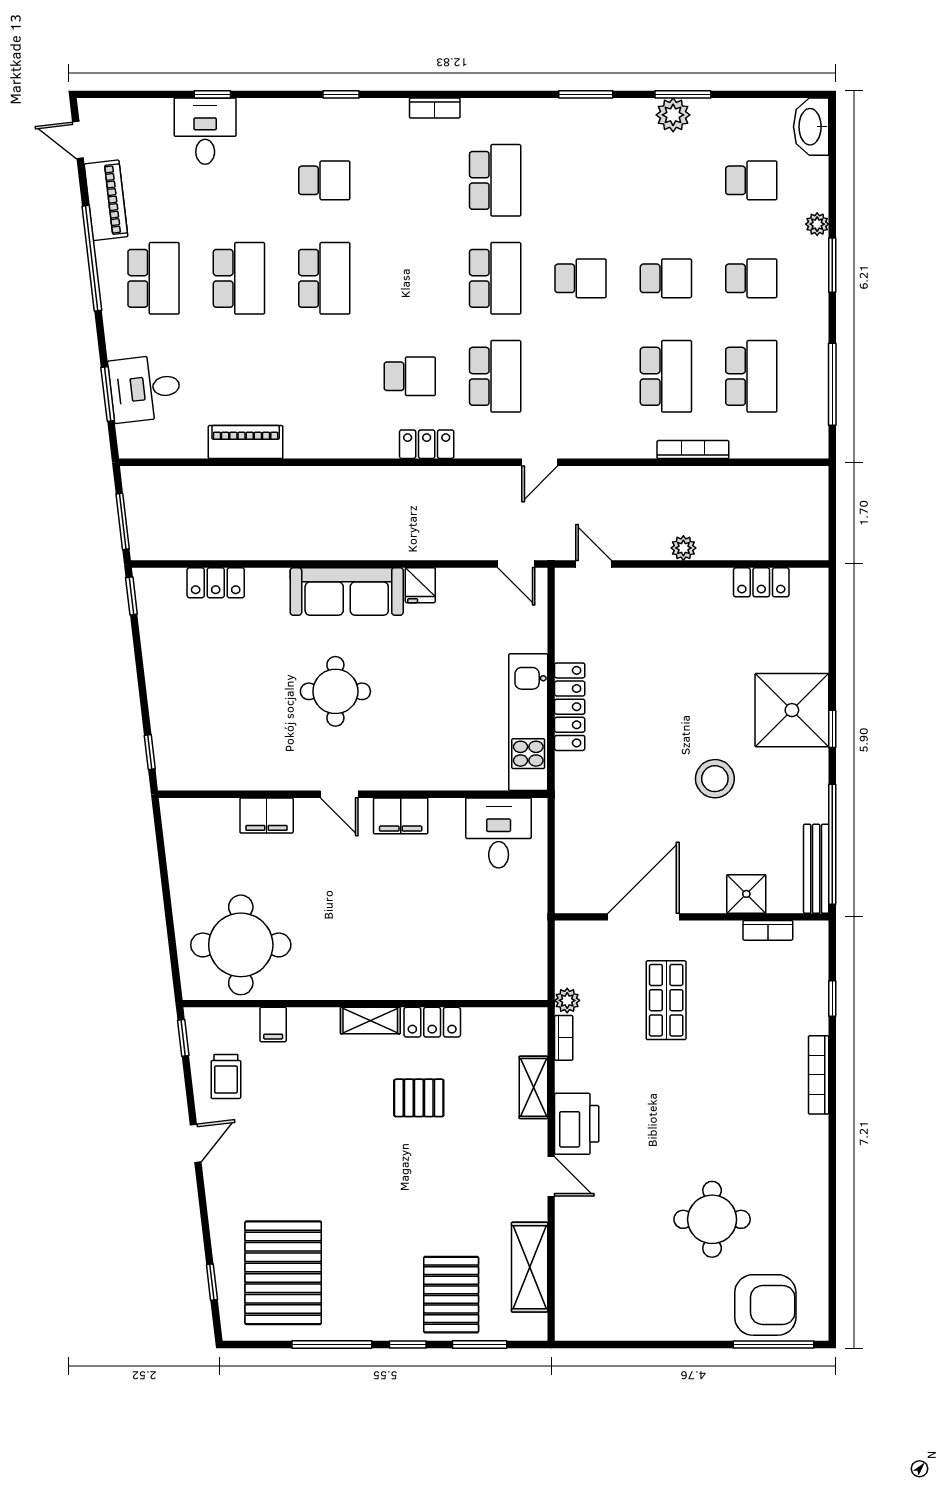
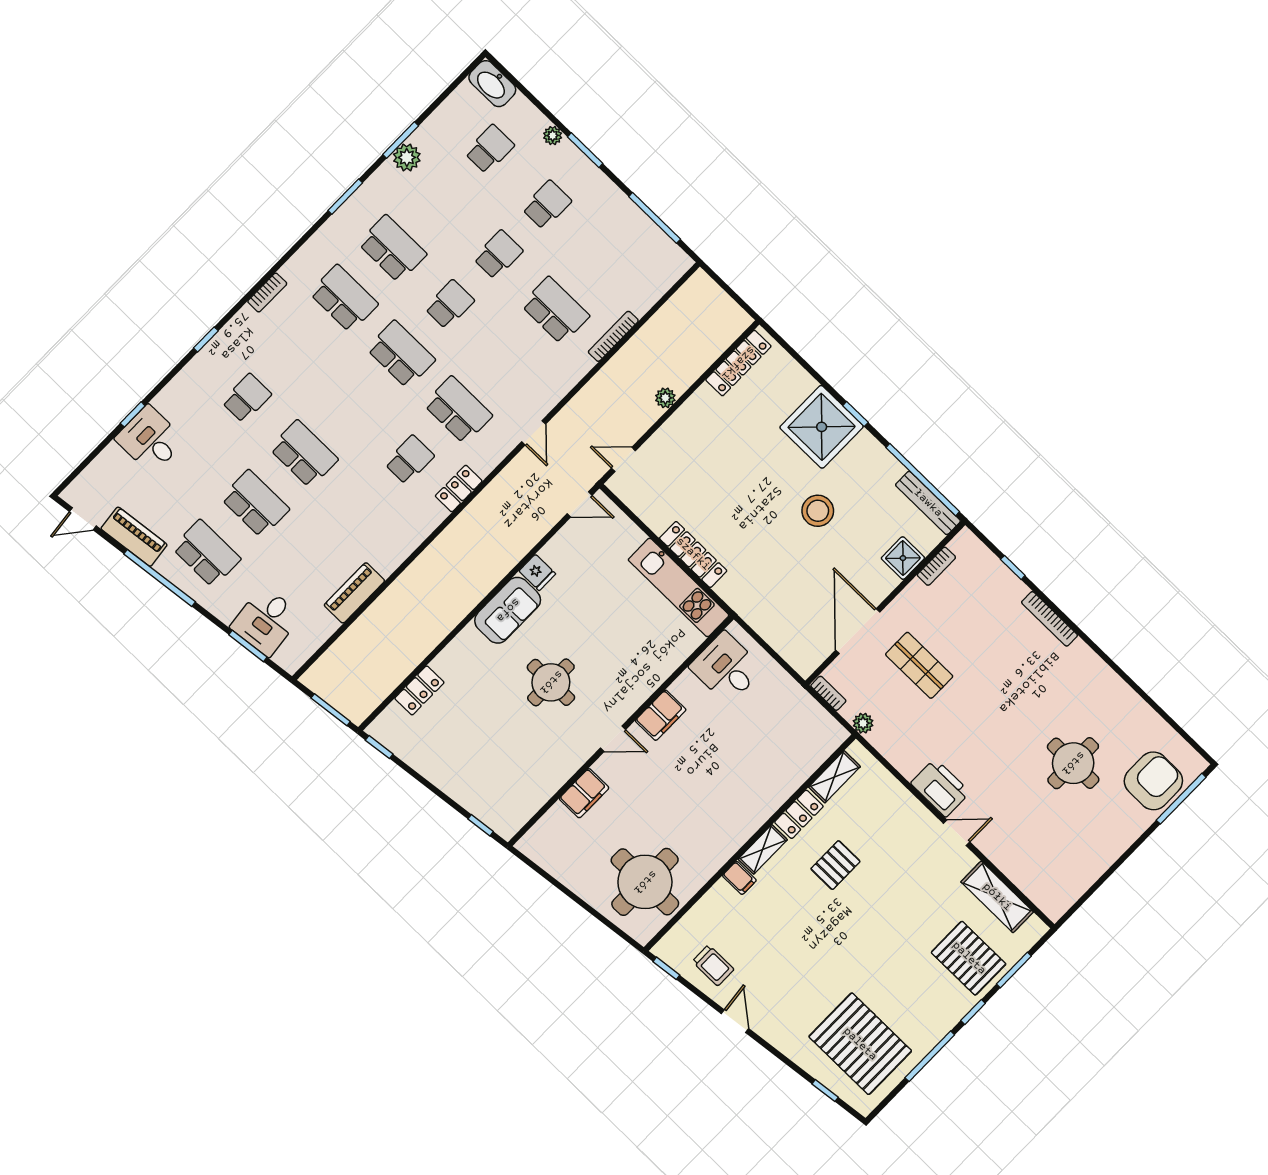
school desk: (751, 376) -> (392, 249), moved
locker: (761, 582) -> (738, 363), width x1.53
sofa: (347, 592) -> (508, 610), width x0.73
filing cabinet: (273, 1025) -> (739, 878), moved
bookcase: (564, 1038) -> (828, 693), moved
shelving: (533, 1087) -> (834, 777), moved, turned 90

